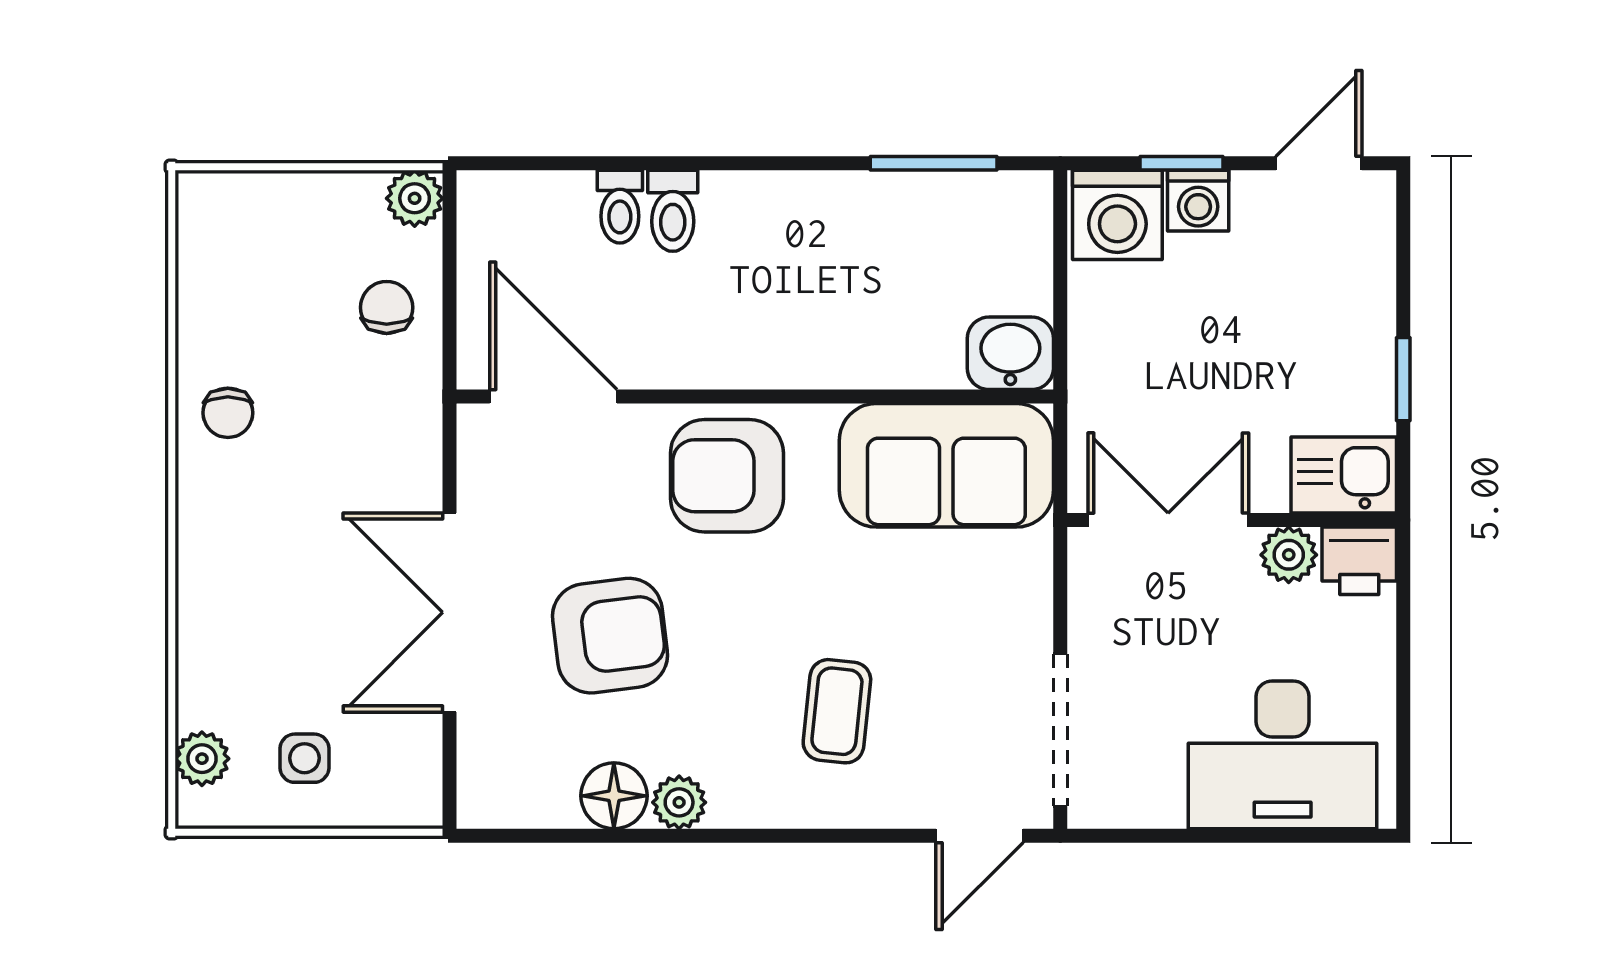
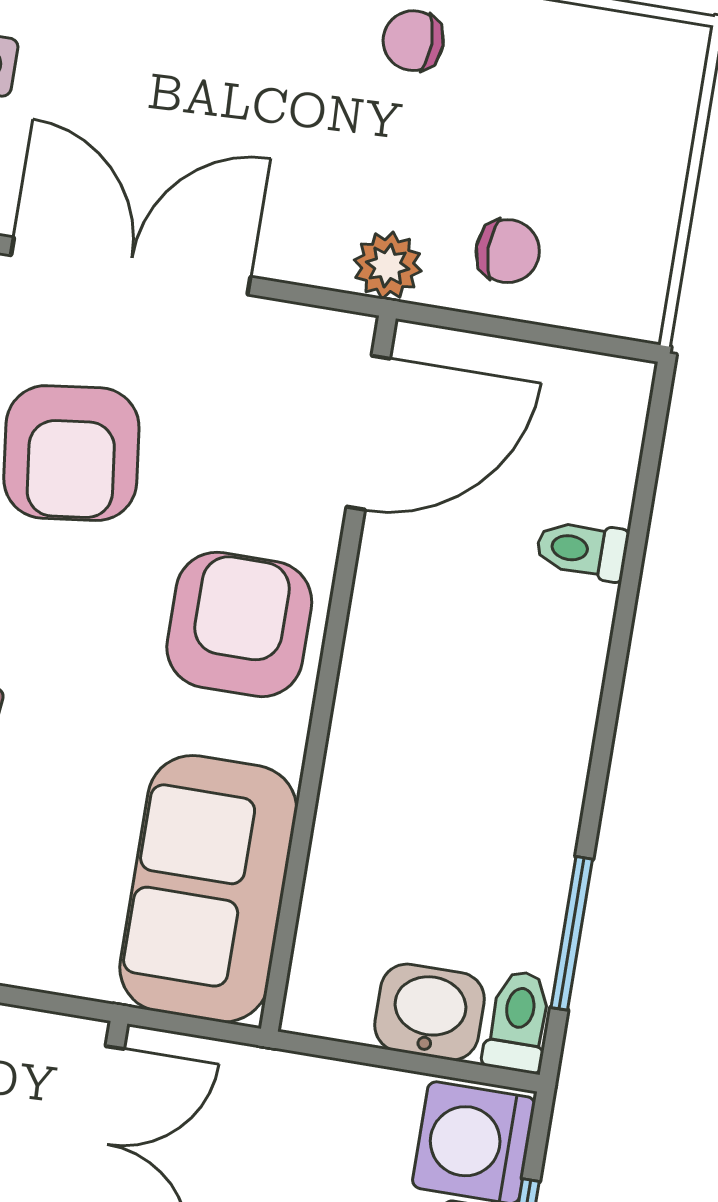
plant: (415, 198) -> (388, 266), moved
toilet: (673, 211) -> (518, 1021), moved, turned 90
washbasin: (1010, 353) -> (429, 1012), moved, turned -90

